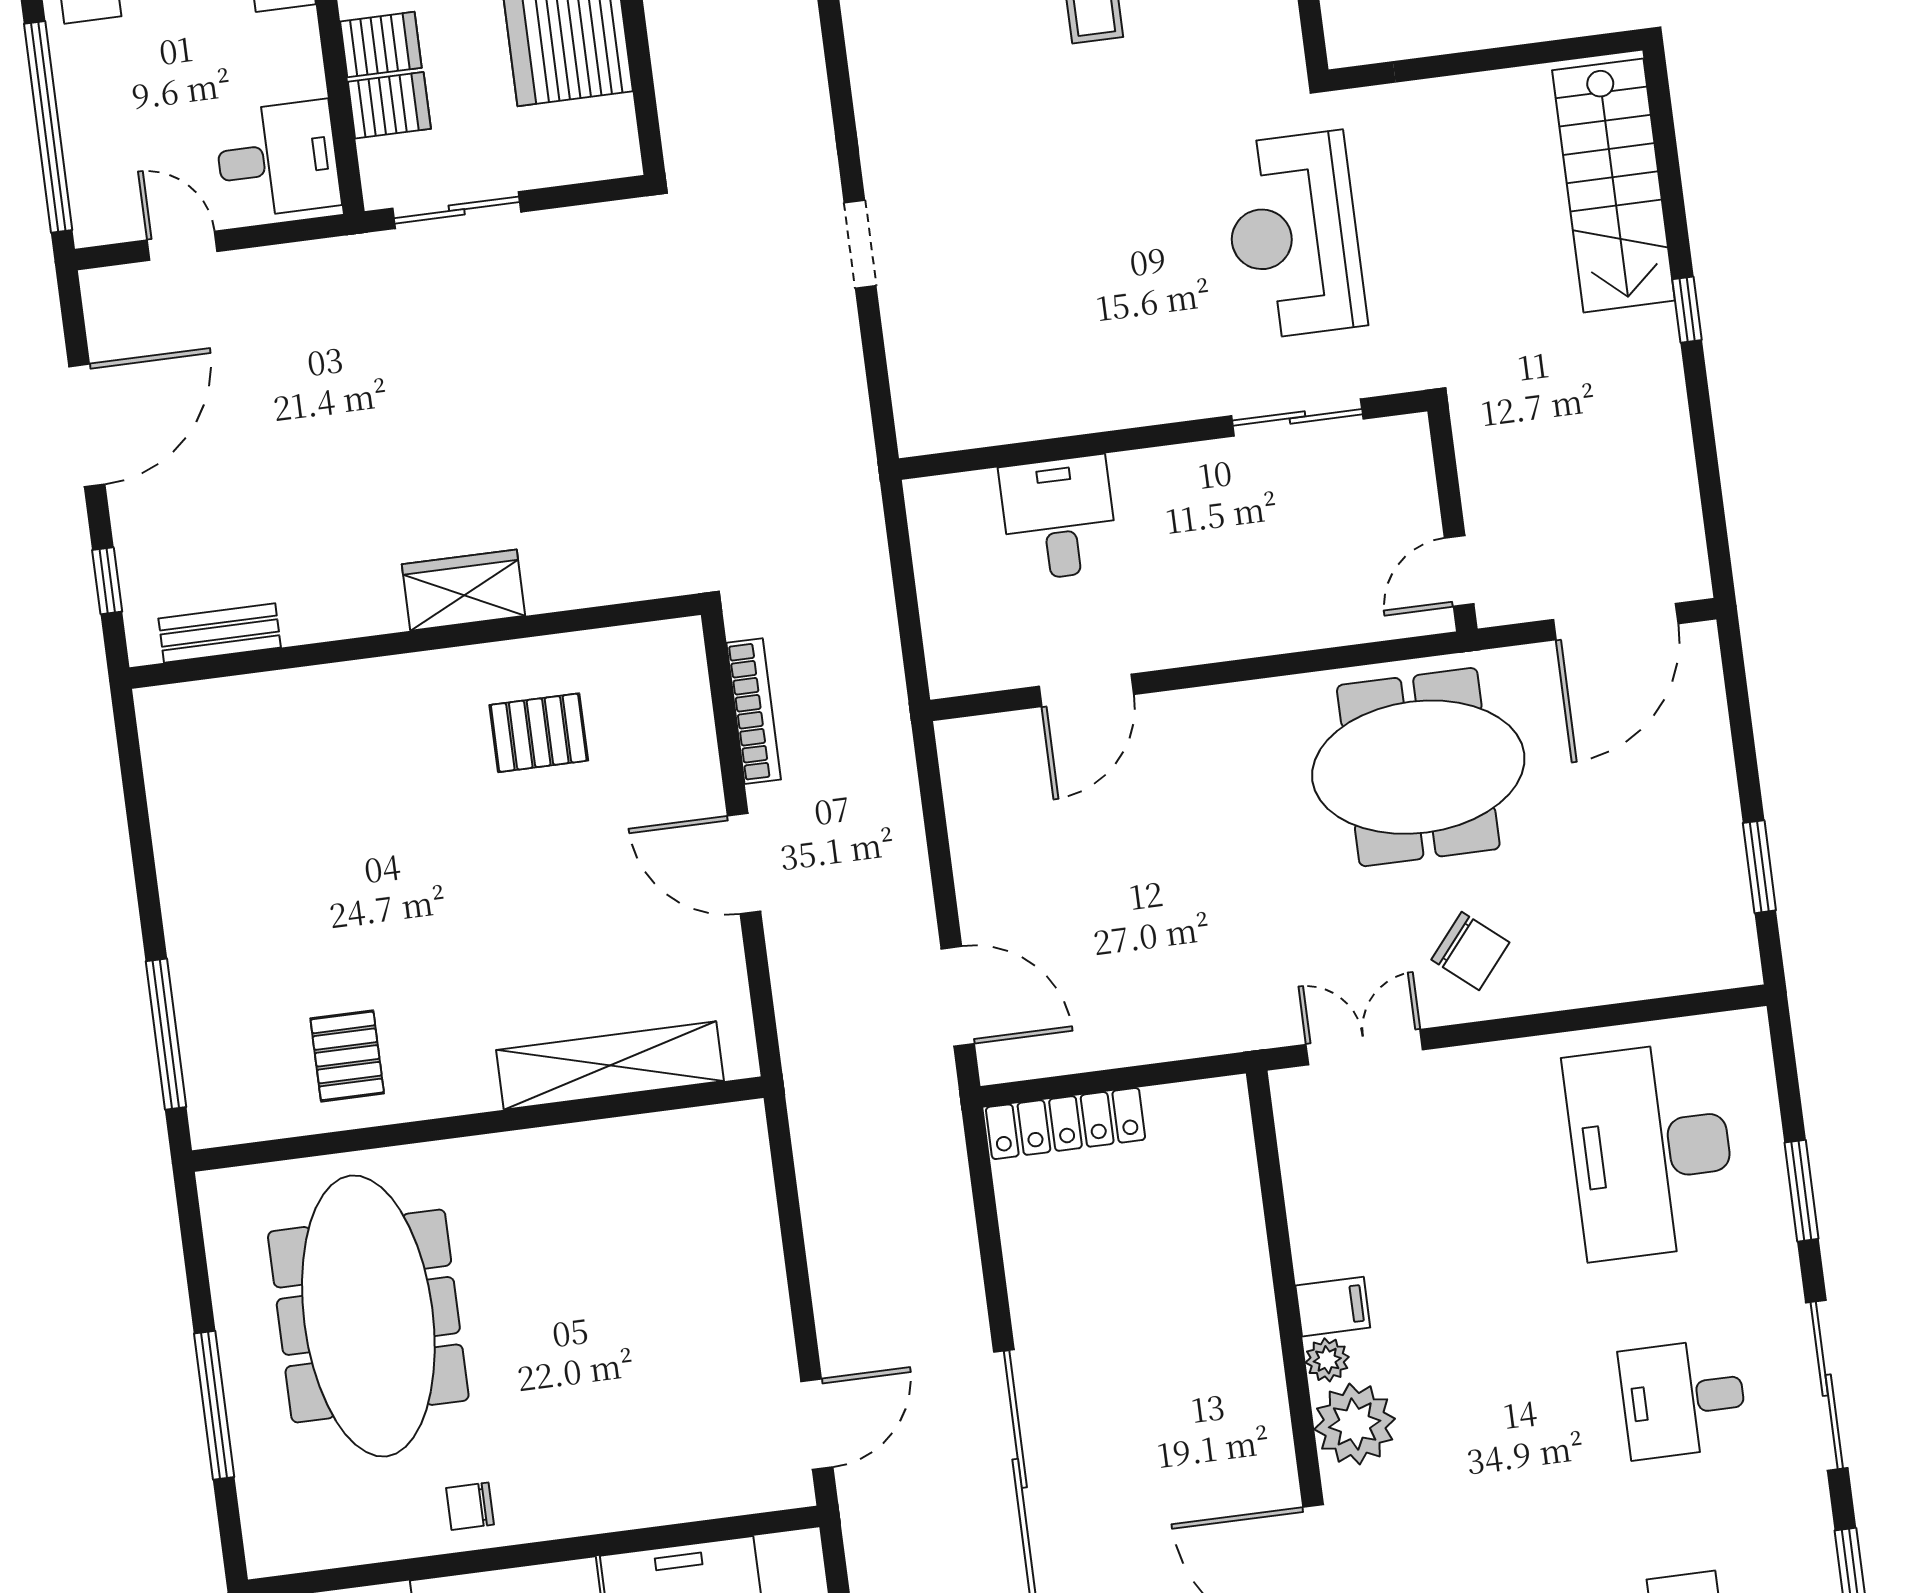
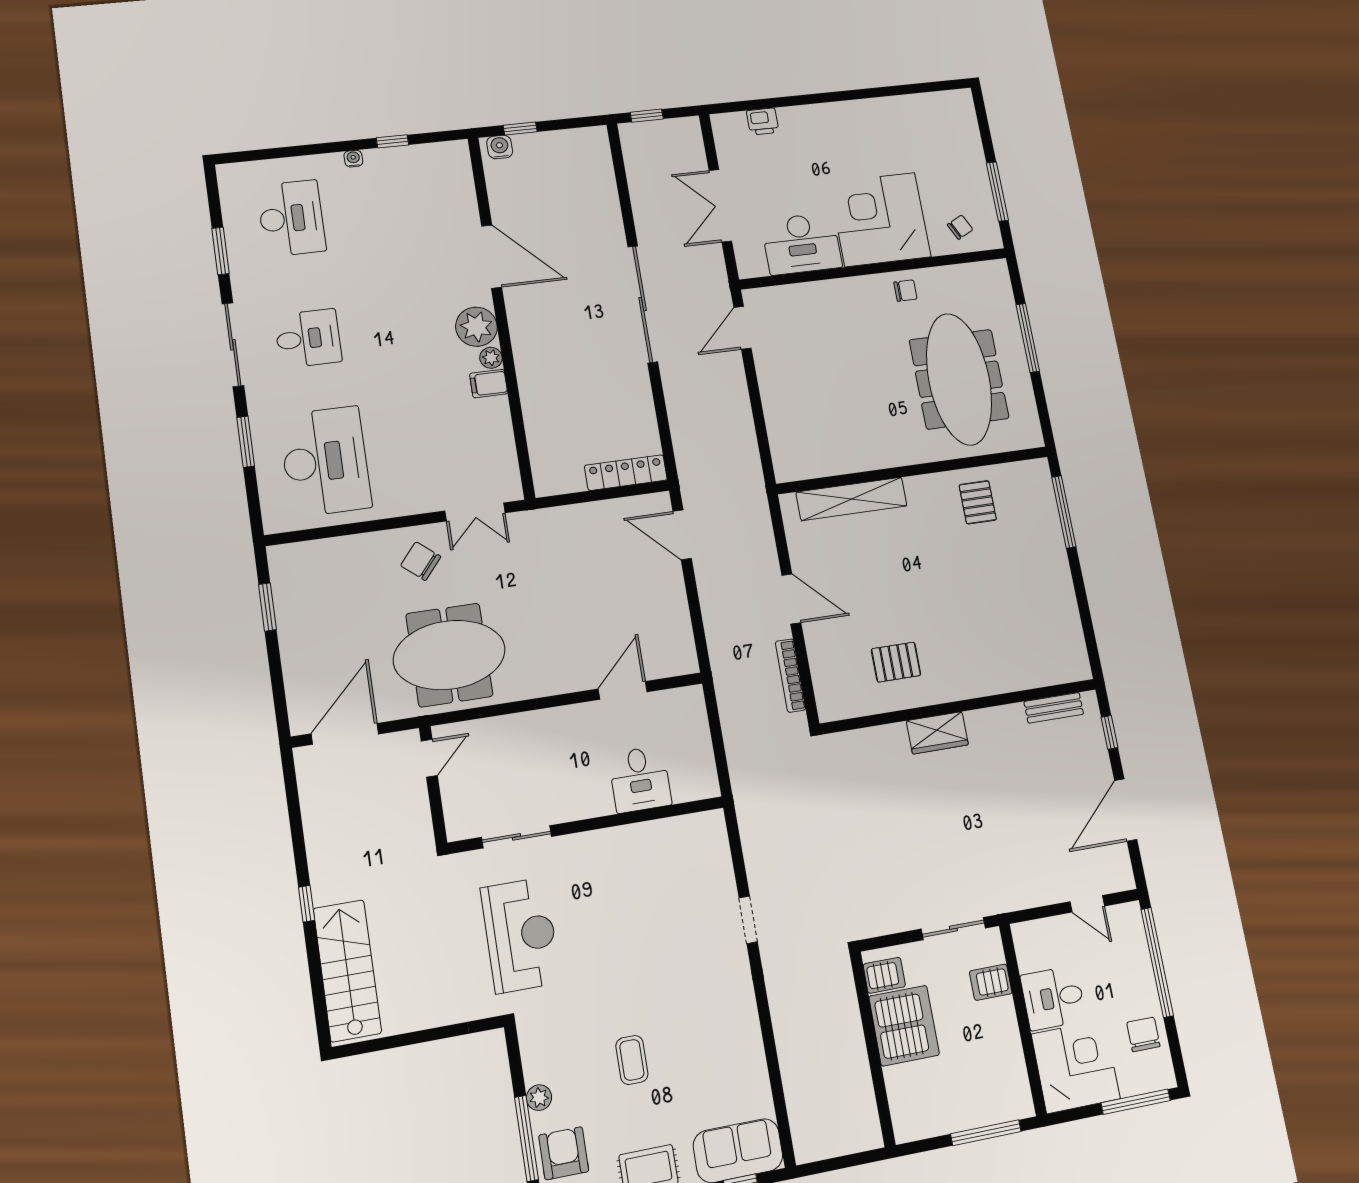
server rack: (381, 45) -> (884, 975), moved, turned 180
desk: (277, 159) -> (1053, 998), moved

